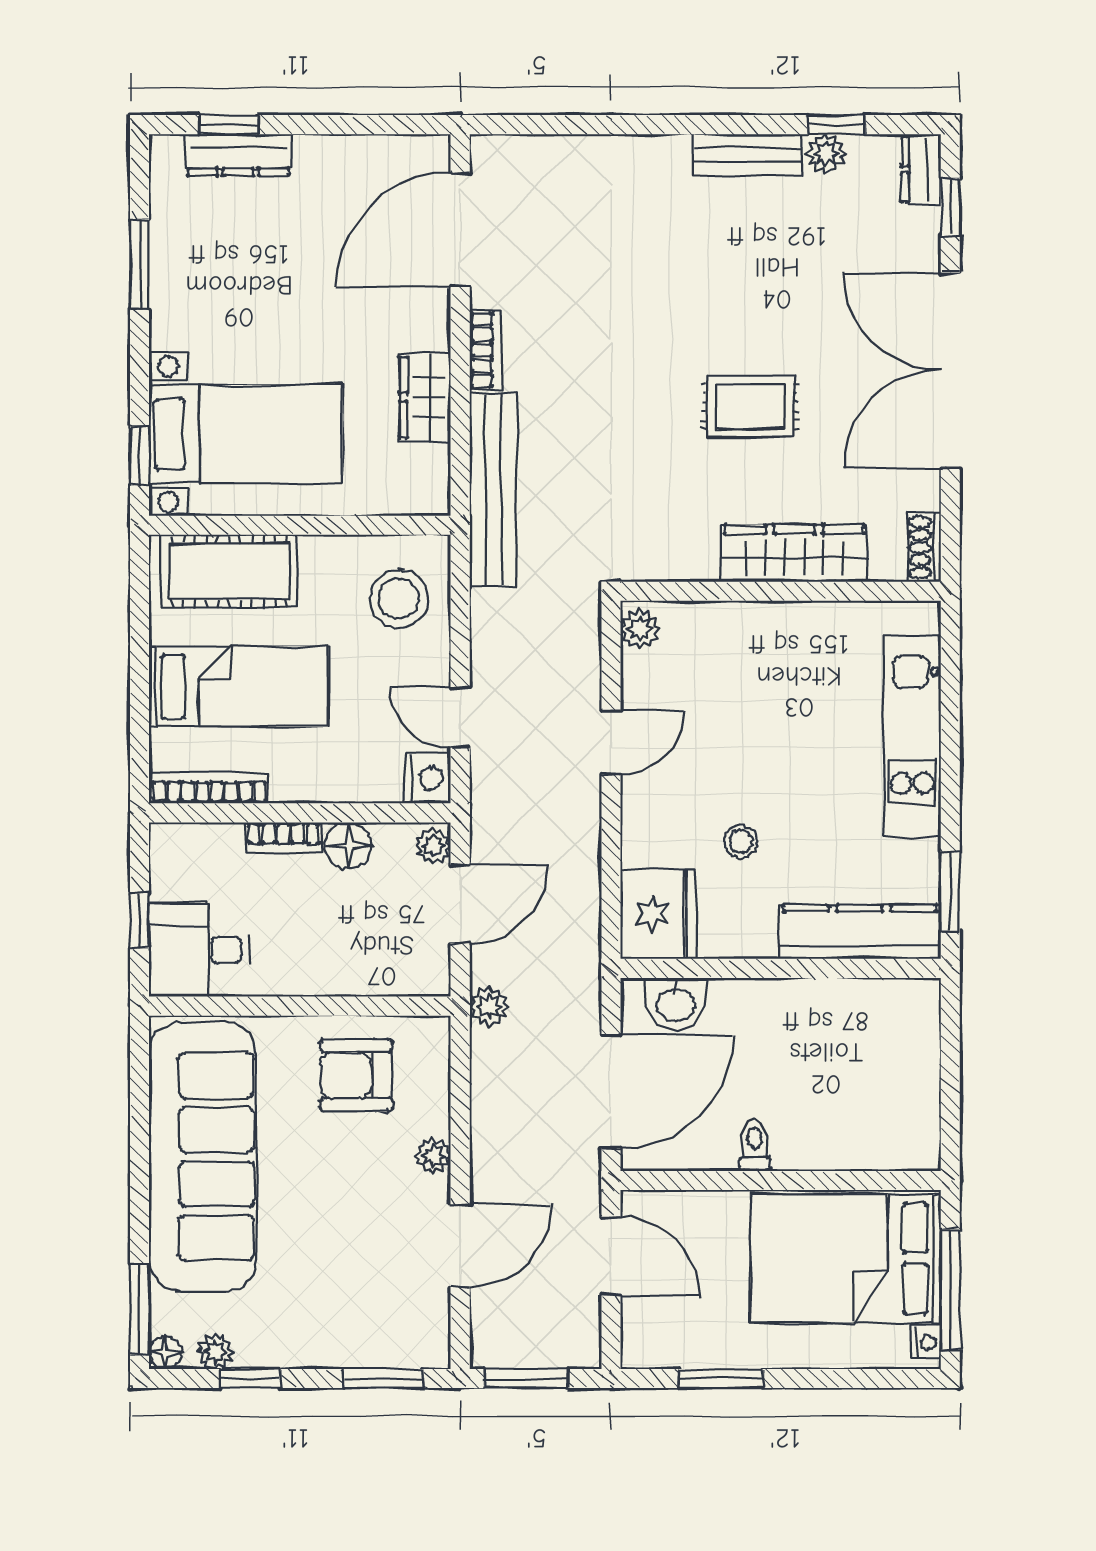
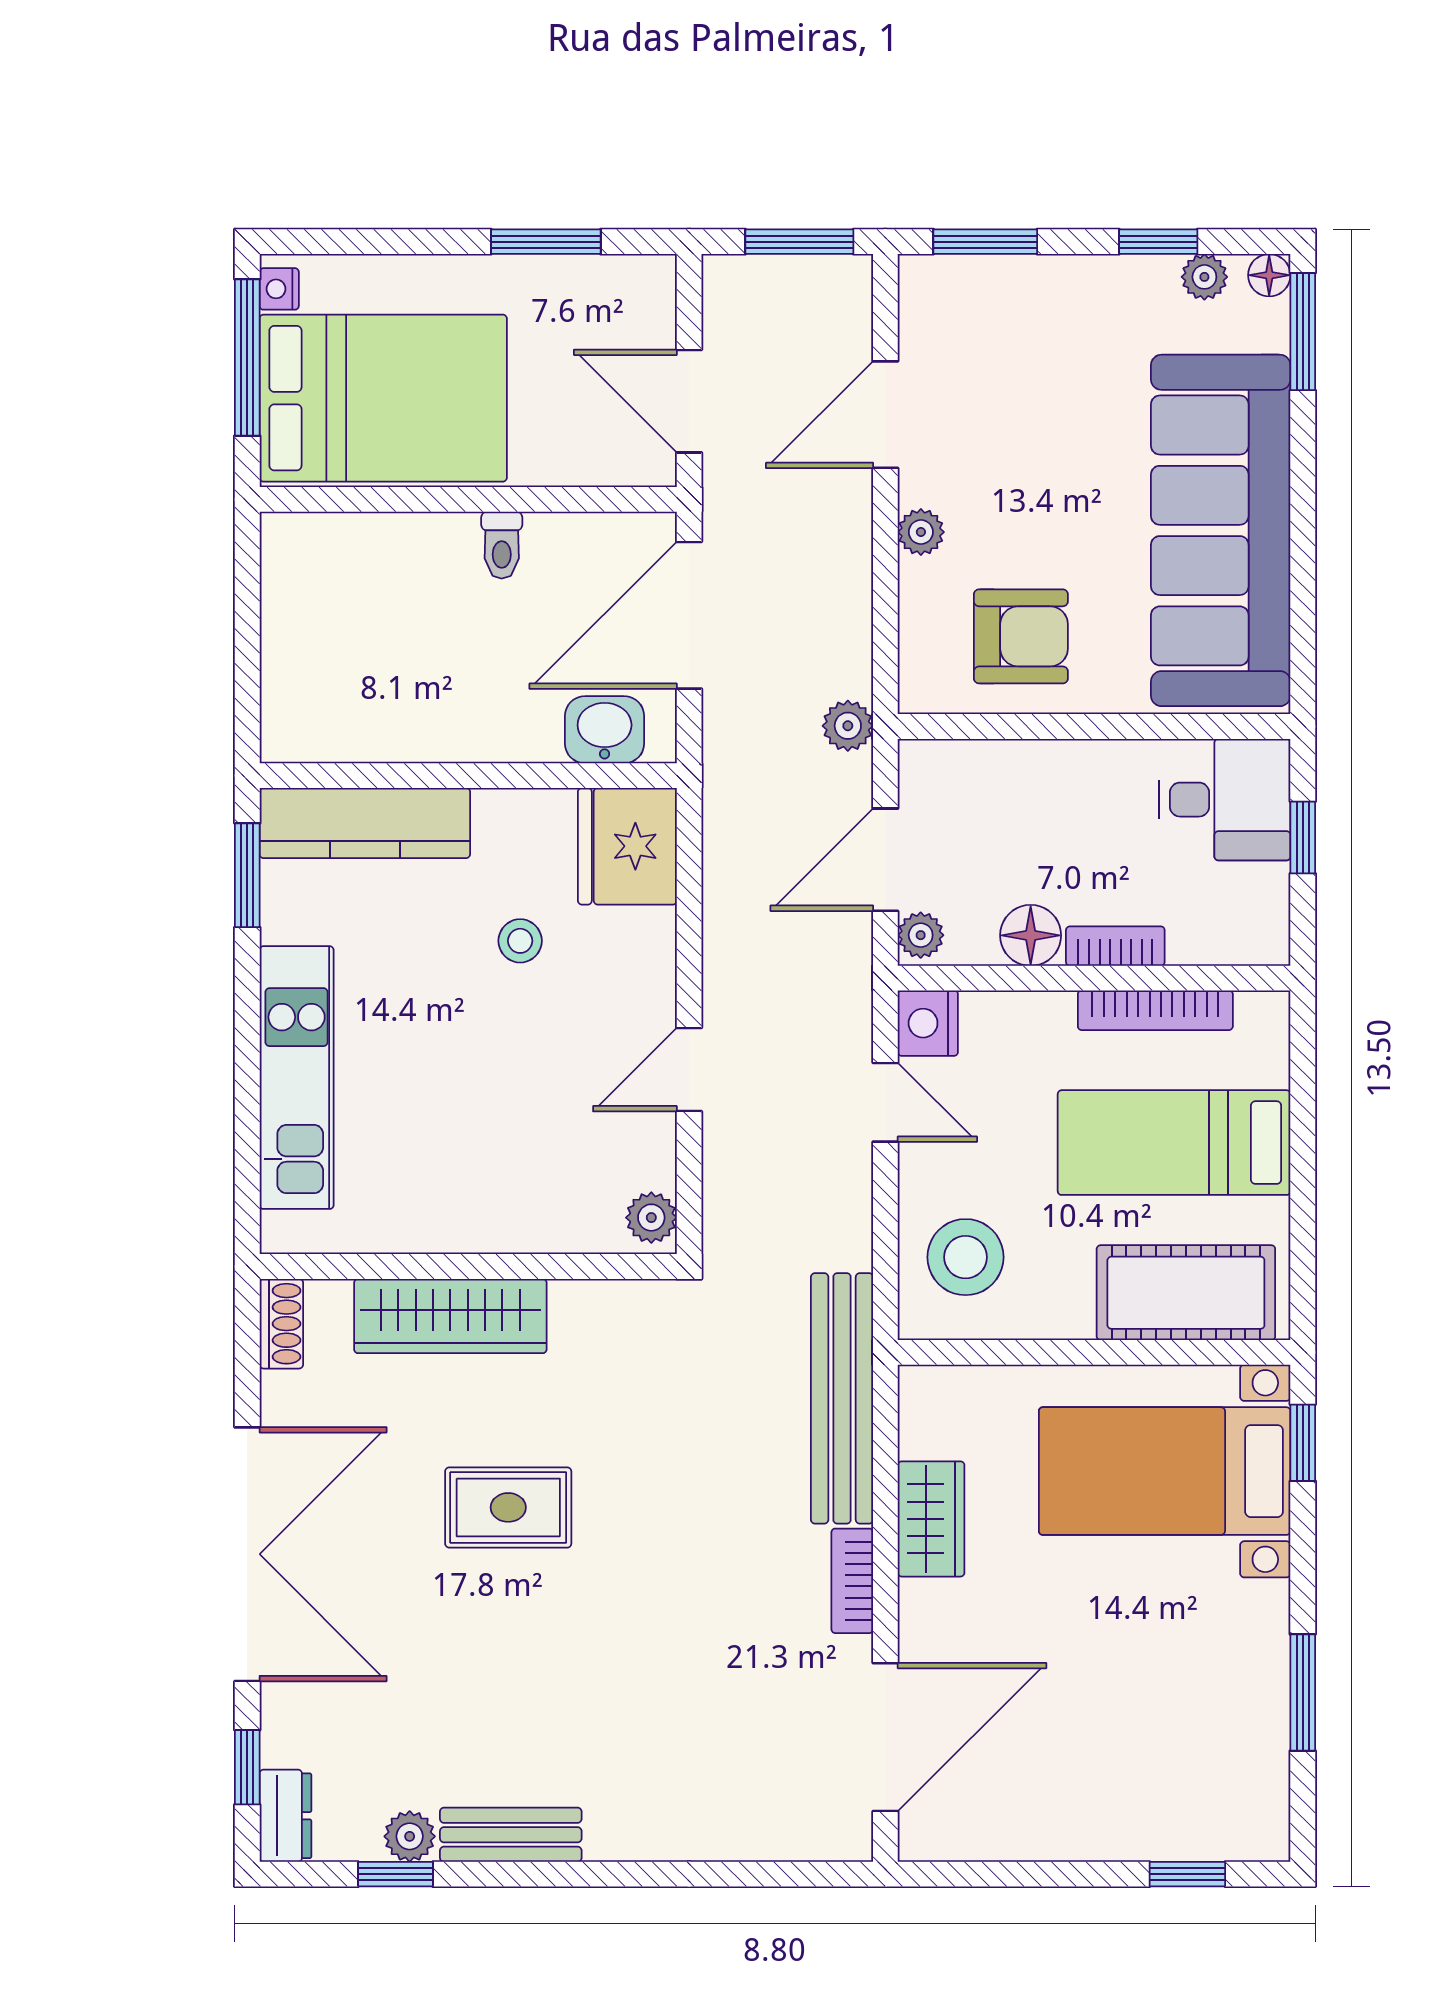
dresser: (238, 155) -> (1175, 1835), removed
bookcase: (209, 788) -> (1155, 1010), moved

